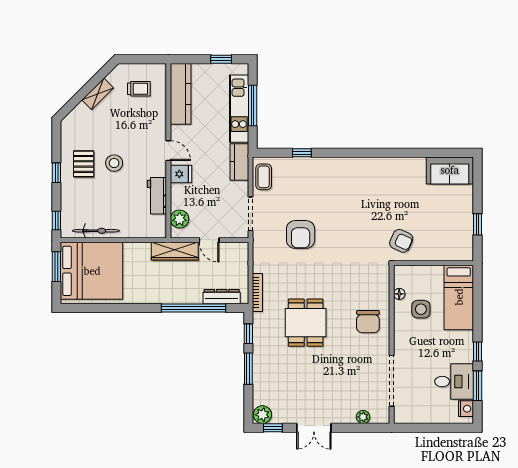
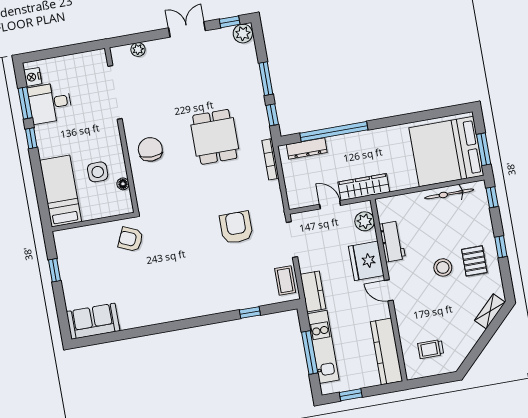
shelving: (98, 94) -> (490, 311), moved
fridge: (181, 174) -> (366, 261), width x1.88, depth x1.34

